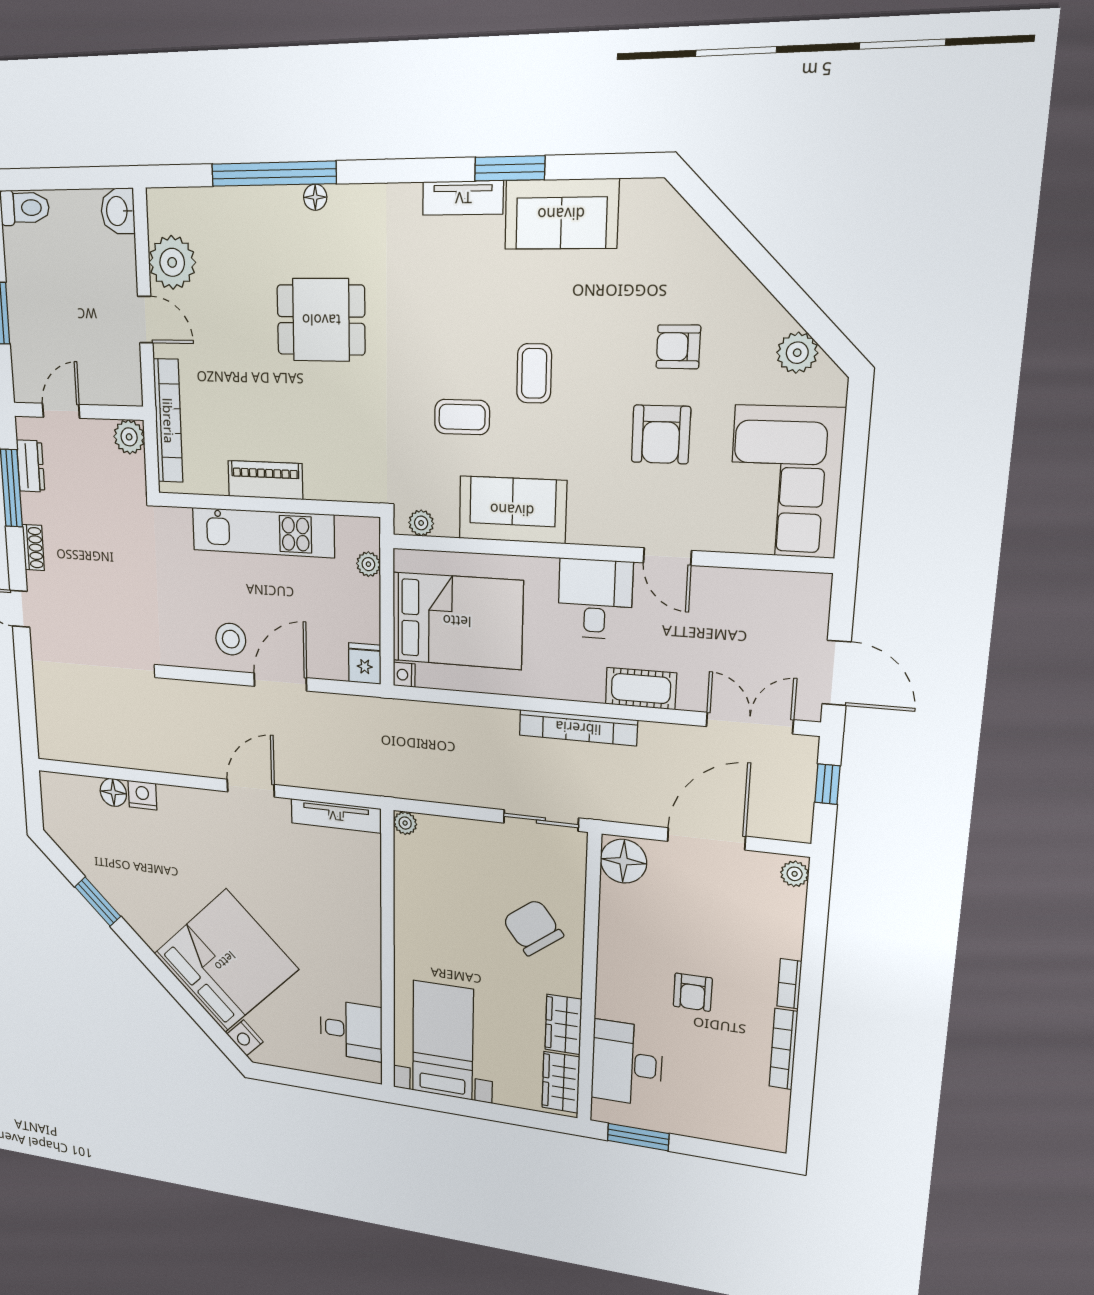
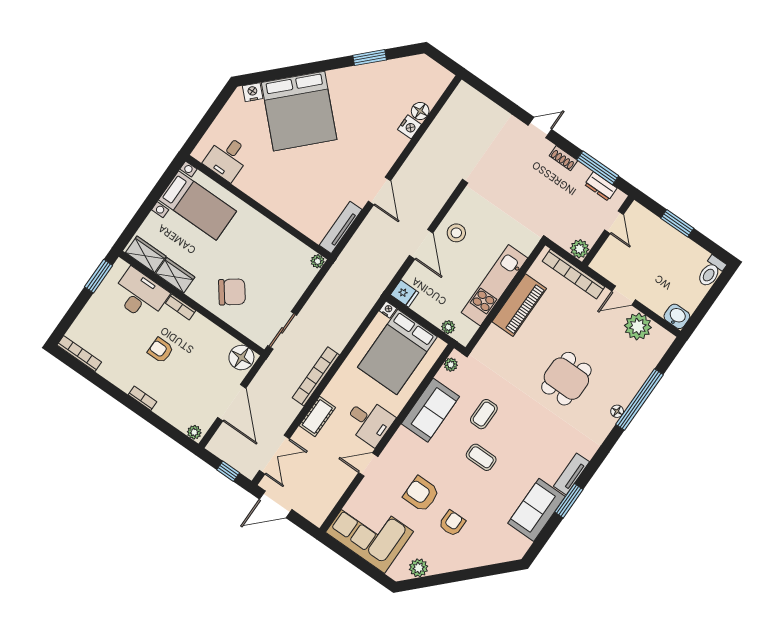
piano: (265, 480) -> (519, 305), width x1.37, depth x1.33
bookcase: (606, 994) -> (181, 307), added
bookcase: (783, 1049) -> (79, 354), moved

